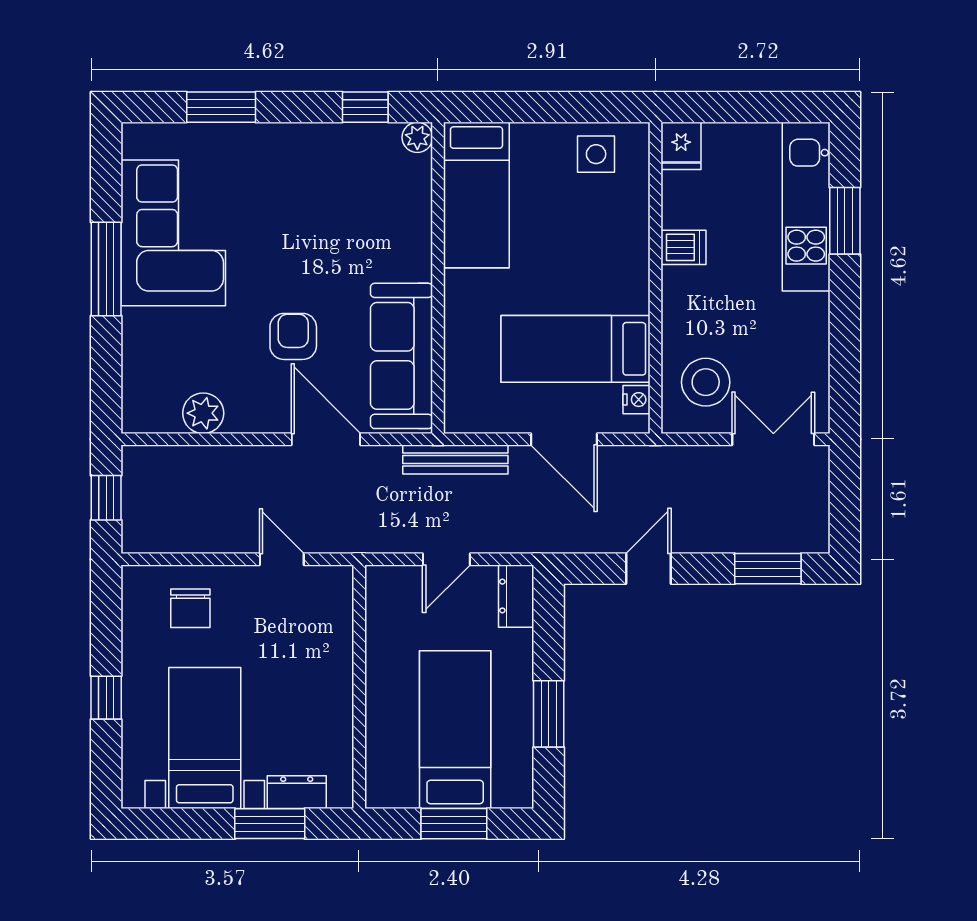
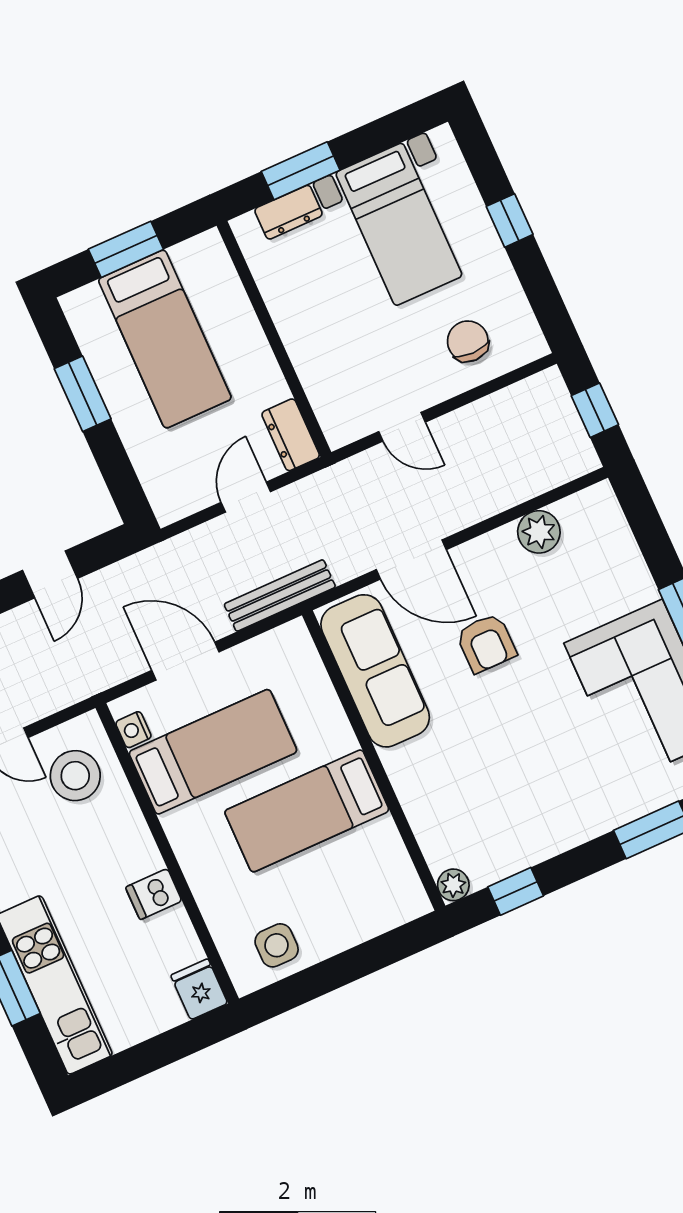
bed: (476, 195) -> (307, 811), moved, turned -90
dresser: (516, 596) -> (291, 435), moved, turned 180

